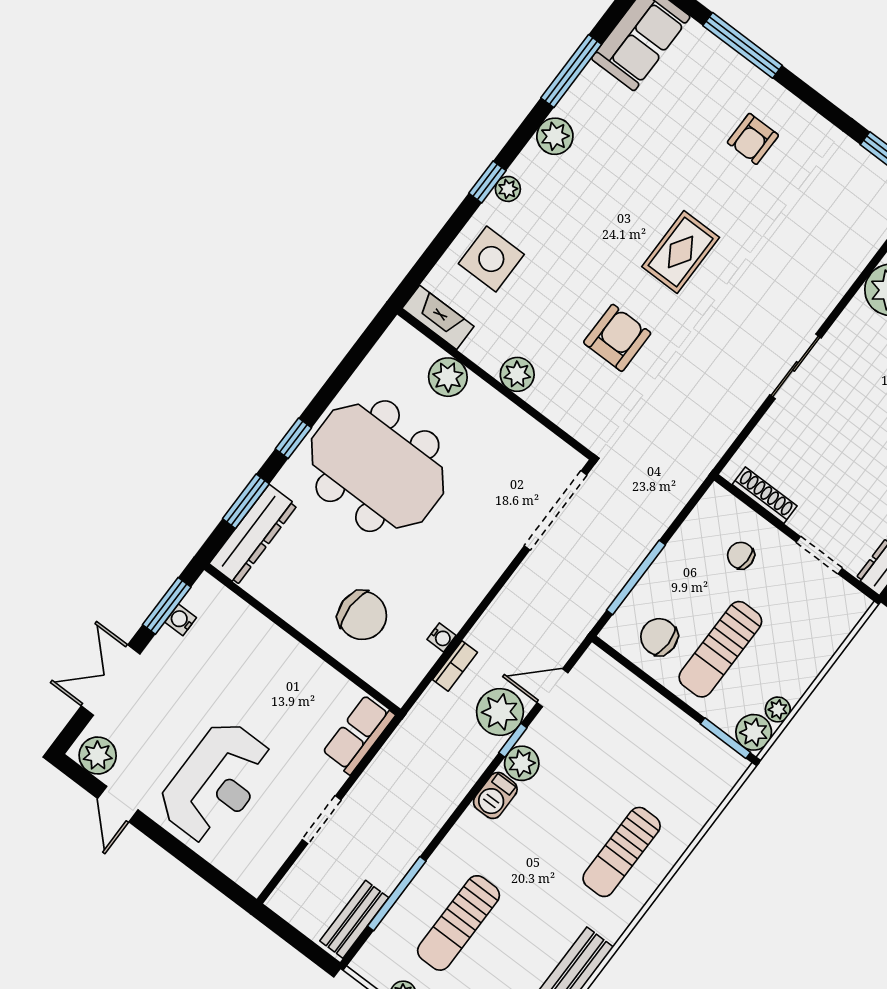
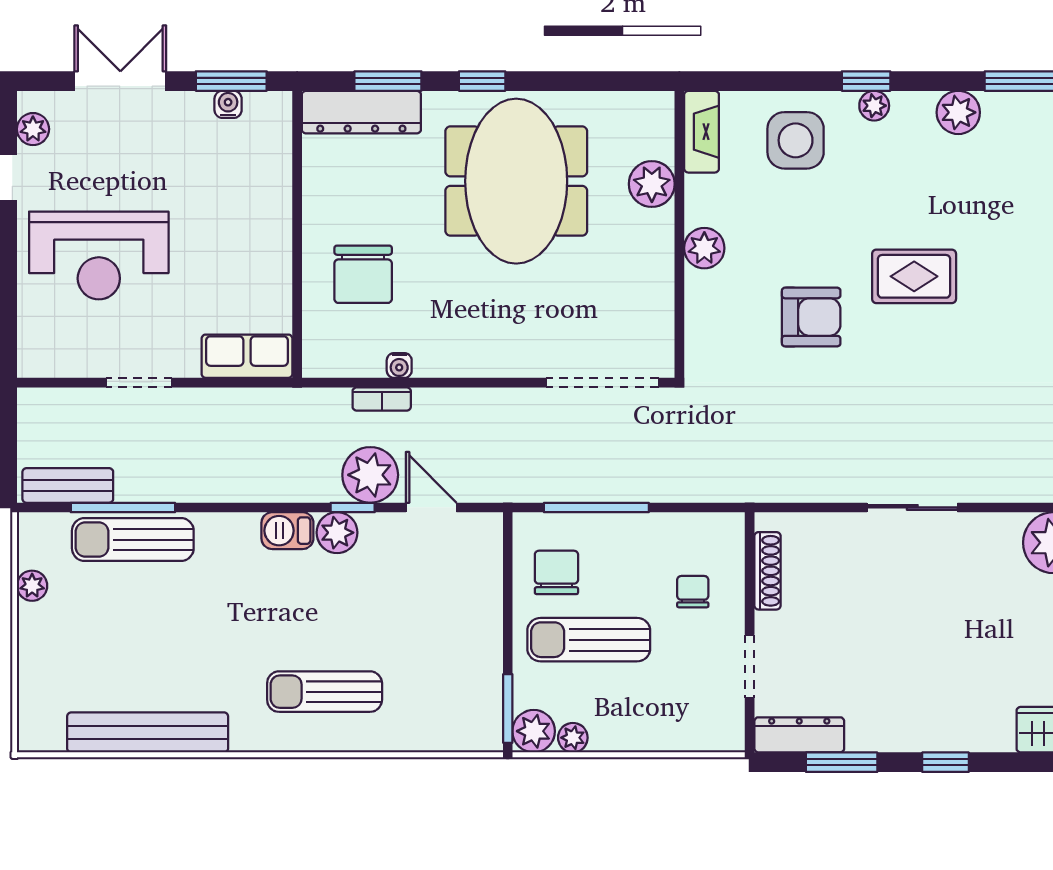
rug: (681, 252) -> (914, 276), moved
plant: (98, 755) -> (33, 129), width x0.73, depth x0.73
sun lounger: (459, 923) -> (133, 540), moved

